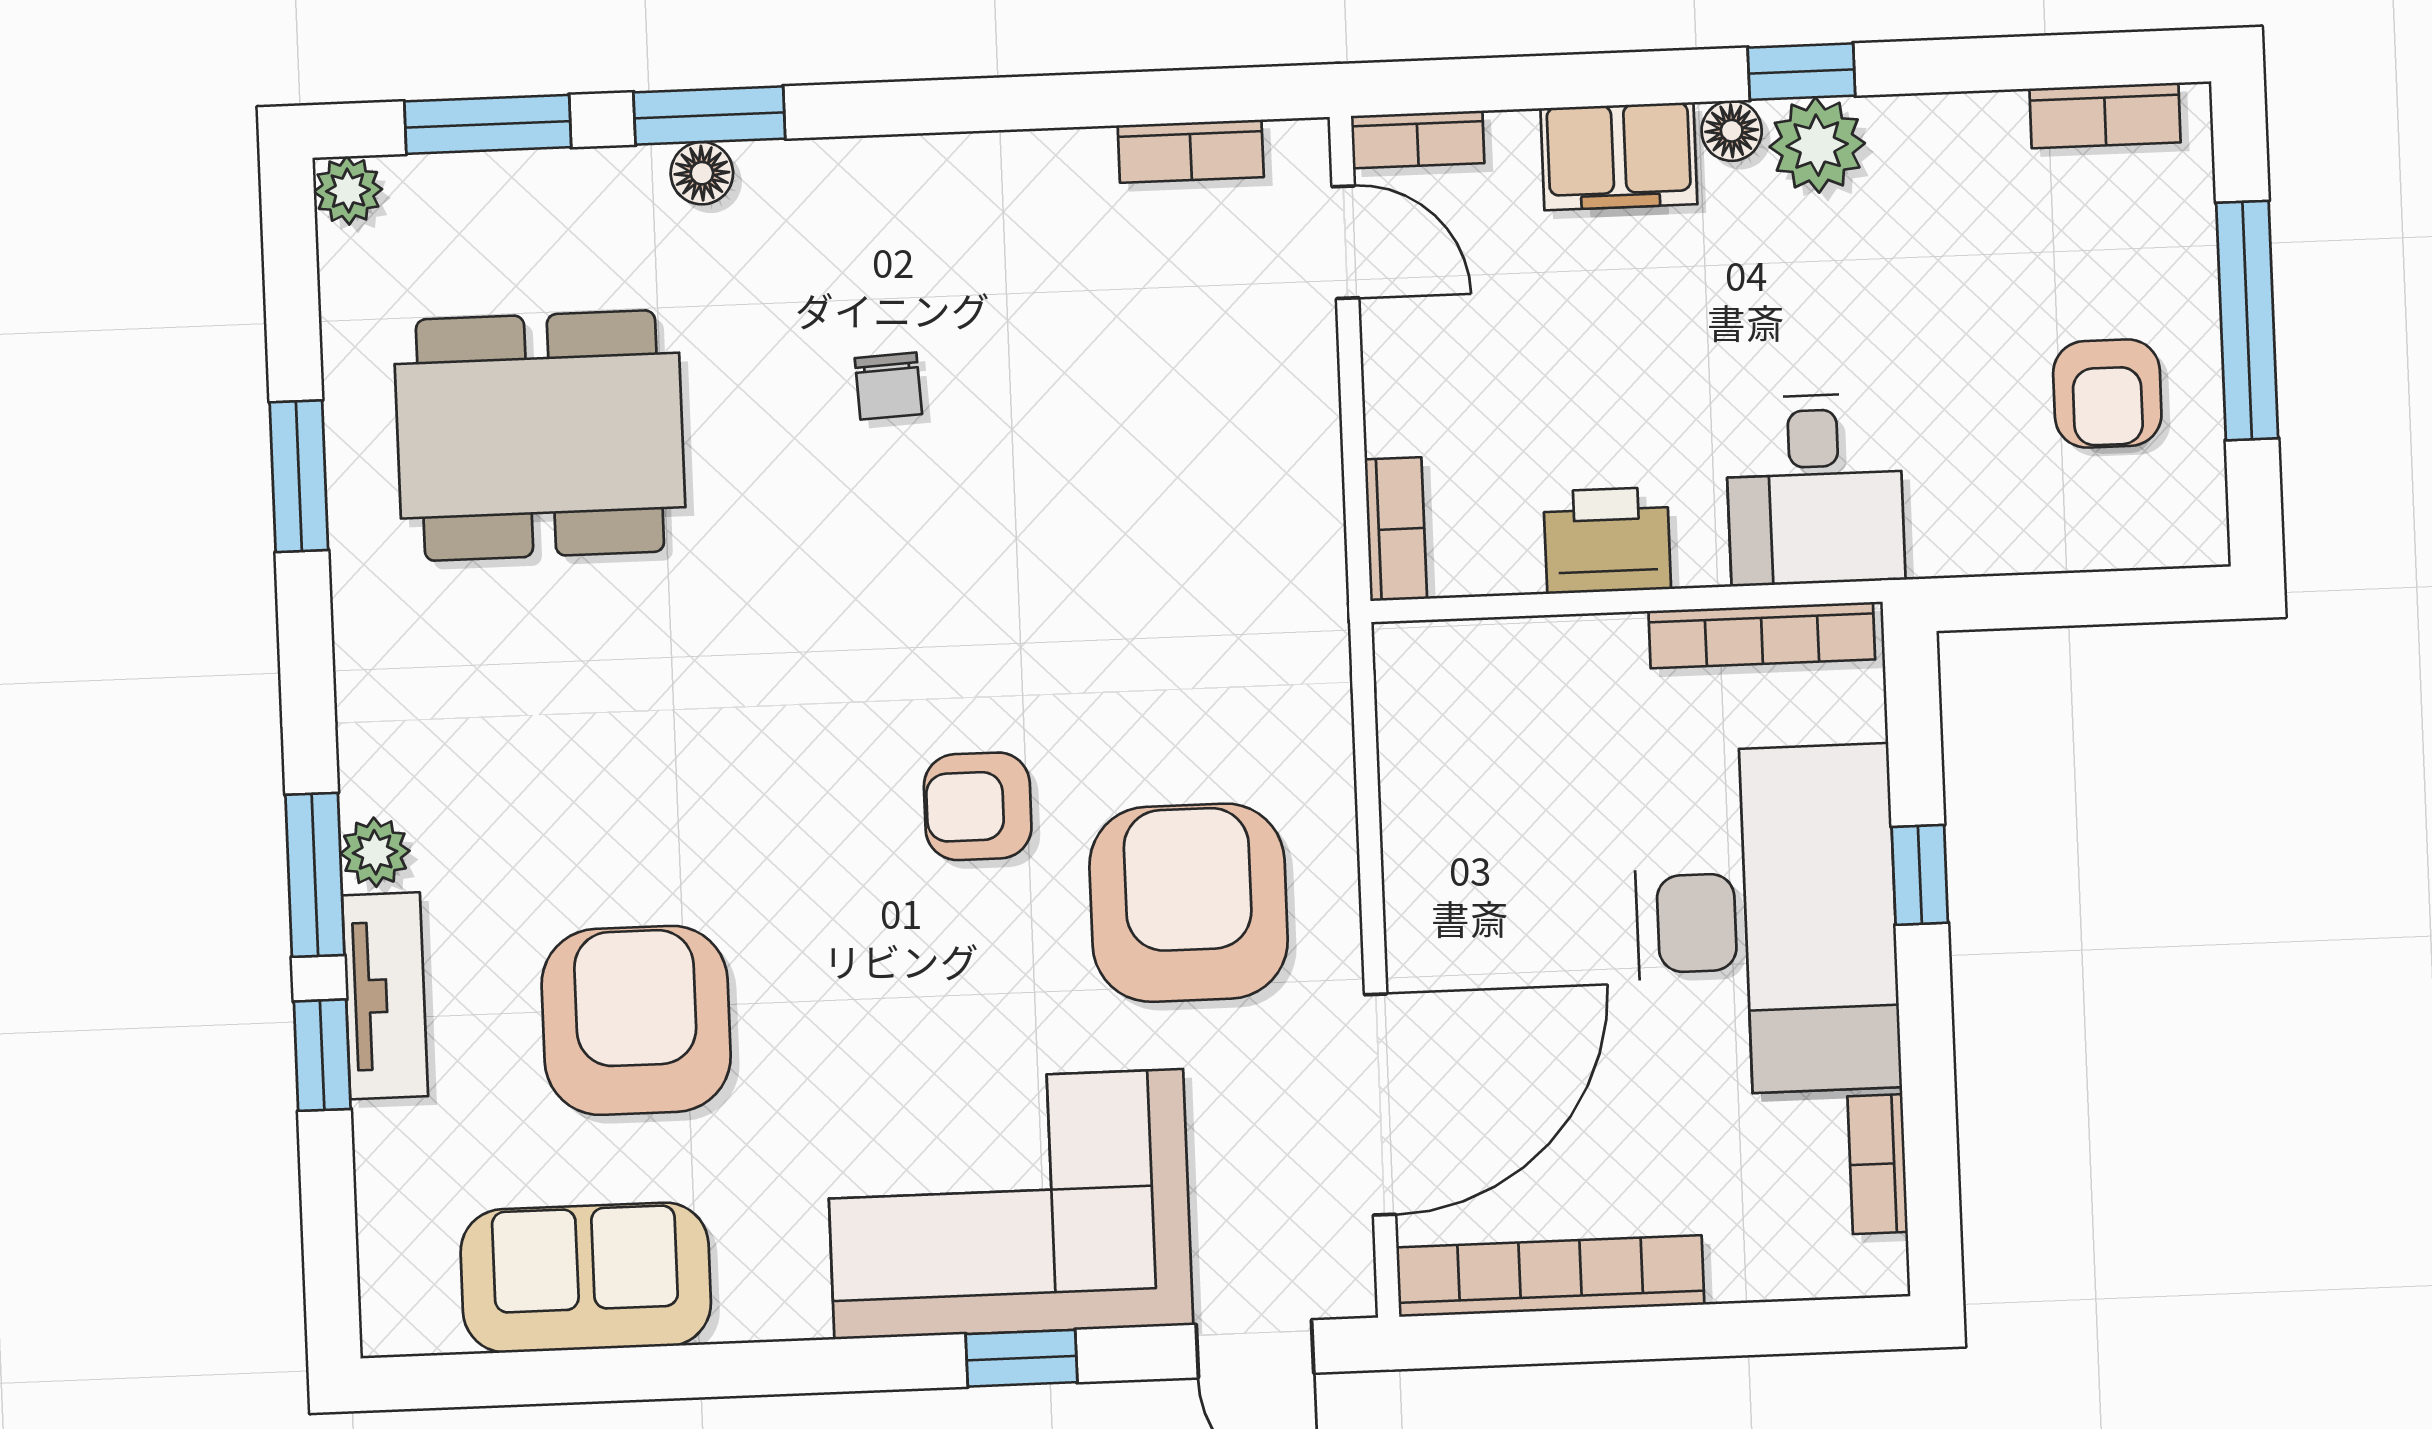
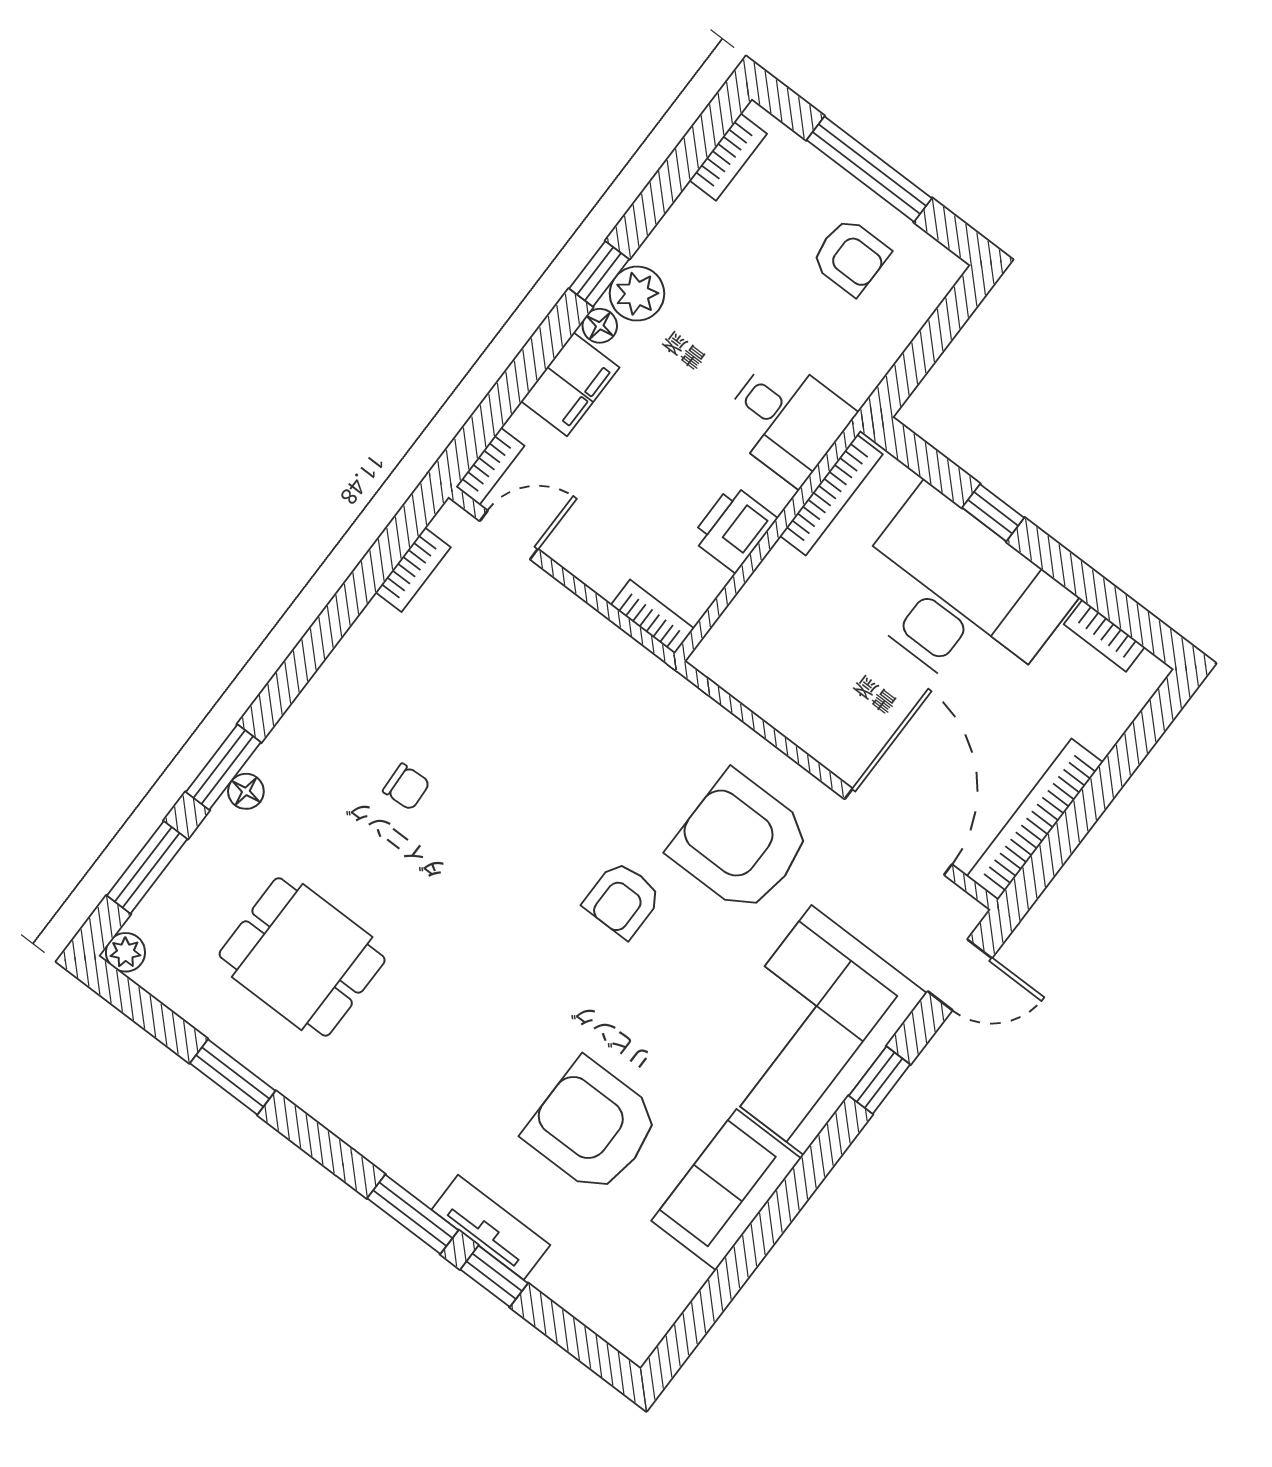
dining table: (540, 436) -> (302, 957), width x0.73
plant: (375, 852) -> (425, 1180), removed
sofa: (586, 1278) -> (726, 1190), moved

